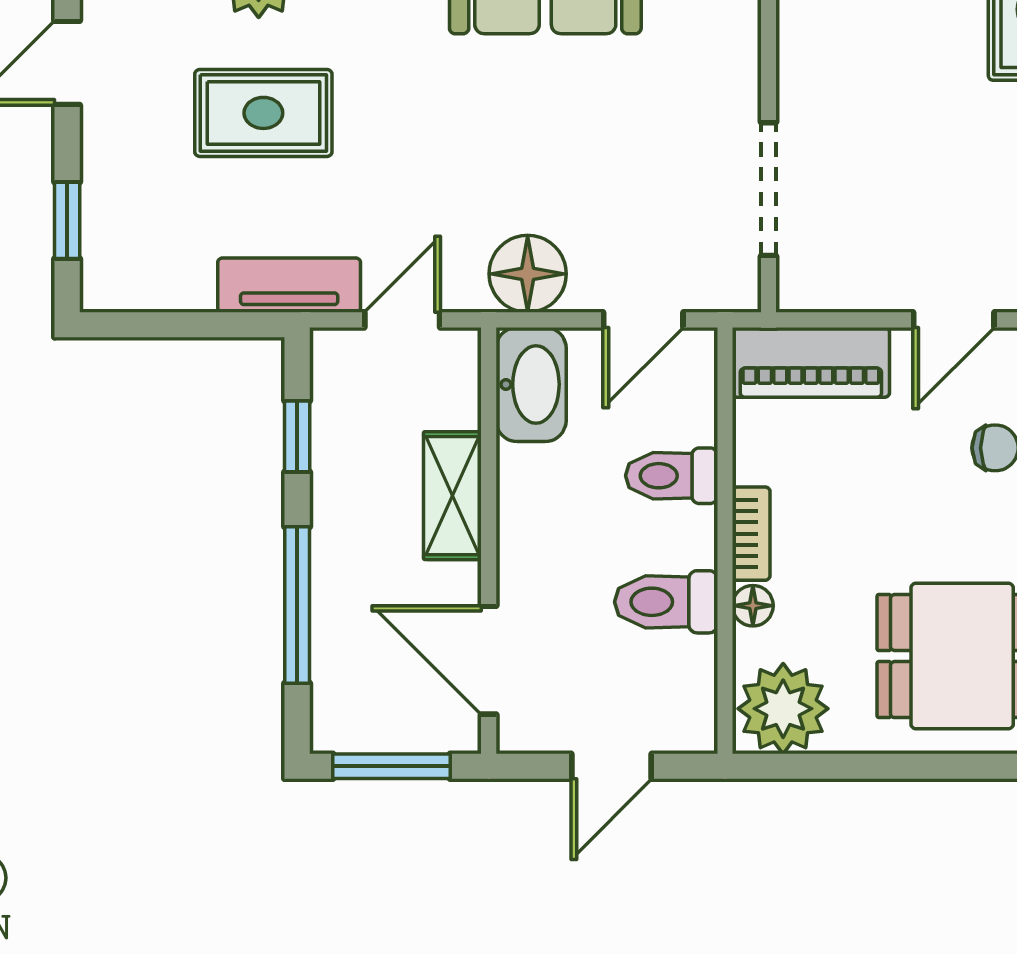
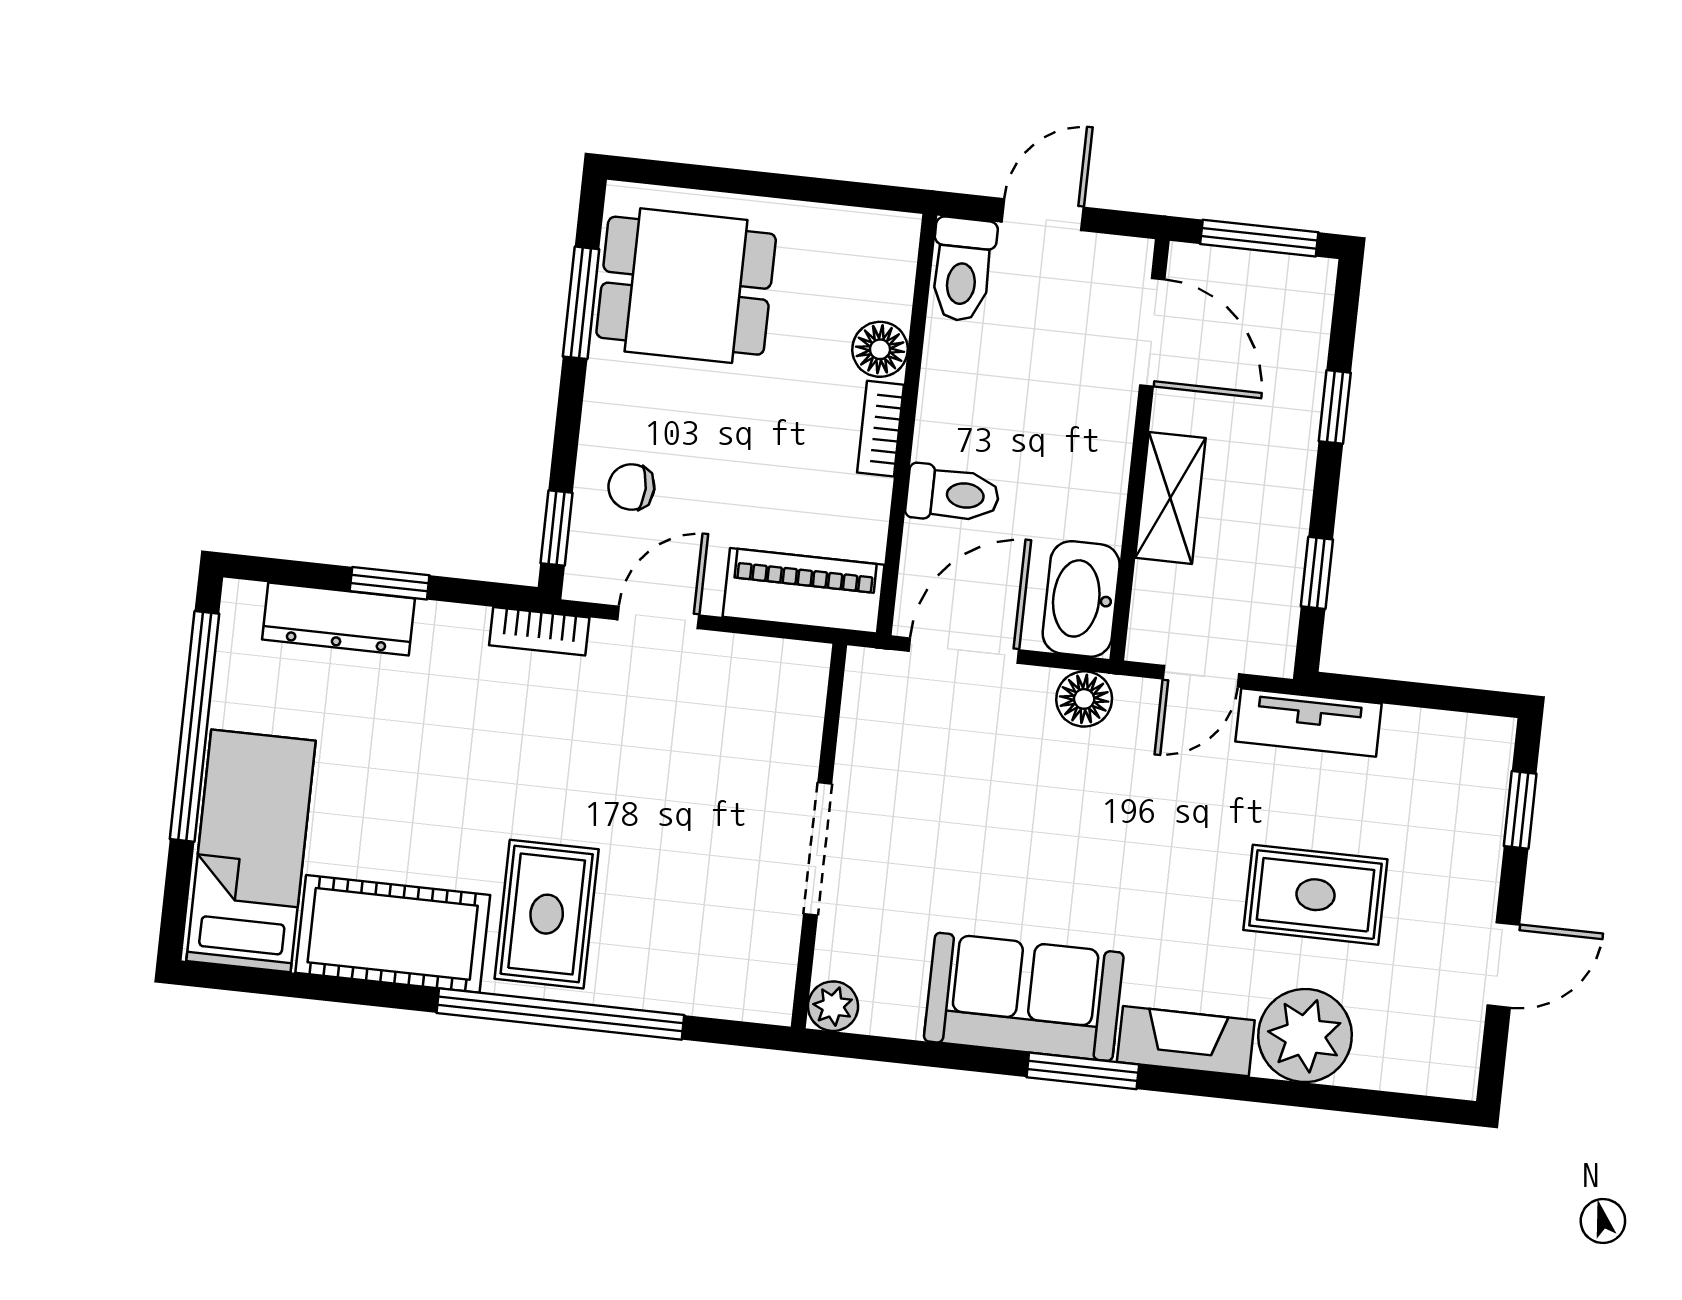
doorway: (769, 189) -> (818, 849), moved
floor lamp: (528, 274) -> (1084, 699), width x0.73, depth x0.73
door: (643, 320) -> (964, 651), width x1.38
toilet: (666, 602) -> (962, 269), moved, turned 90
window: (297, 605) -> (1335, 407), width x0.46
floor lamp: (753, 606) -> (880, 349), width x1.37, depth x1.37
plant: (783, 709) -> (868, 253), removed

